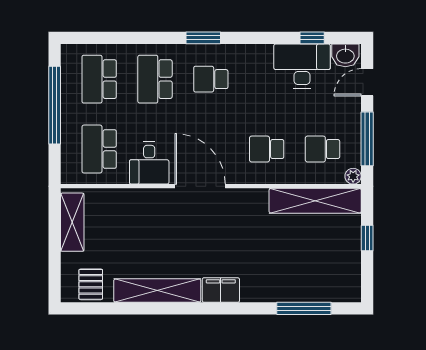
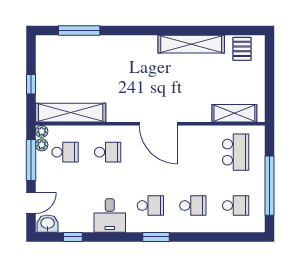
desk: (302, 66) -> (110, 215), moved, width x0.73
school desk: (99, 79) -> (236, 206), width x0.54
school desk: (155, 79) -> (193, 206), width x0.54
plant: (353, 159) -> (42, 145), added
desk: (149, 163) -> (197, 141), removed
shelving: (72, 222) -> (234, 113), moved, turned 90
filing cabinet: (221, 290) -> (143, 44), removed

